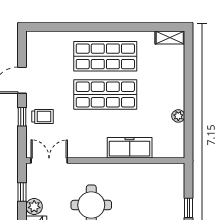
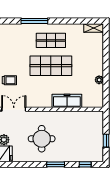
window: (80, 27) -> (34, 21), added
shop shelf: (105, 56) -> (51, 40), width x0.70, depth x0.74

